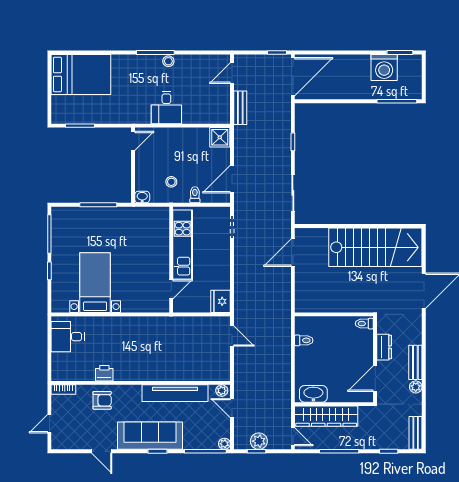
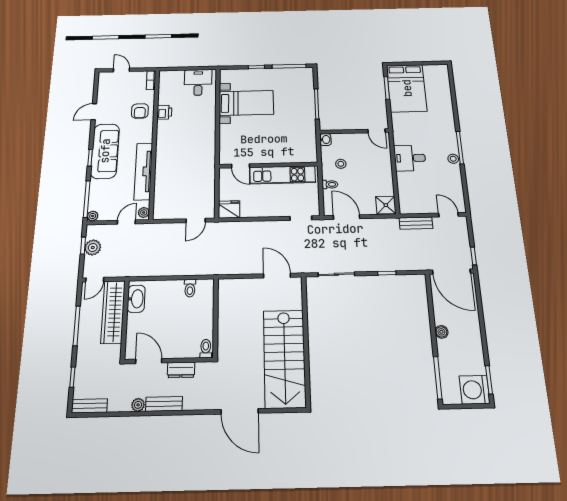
washing machine: (384, 67) -> (475, 390), moved
bed: (81, 74) -> (407, 88), moved
boiler: (353, 93) -> (441, 332), added

